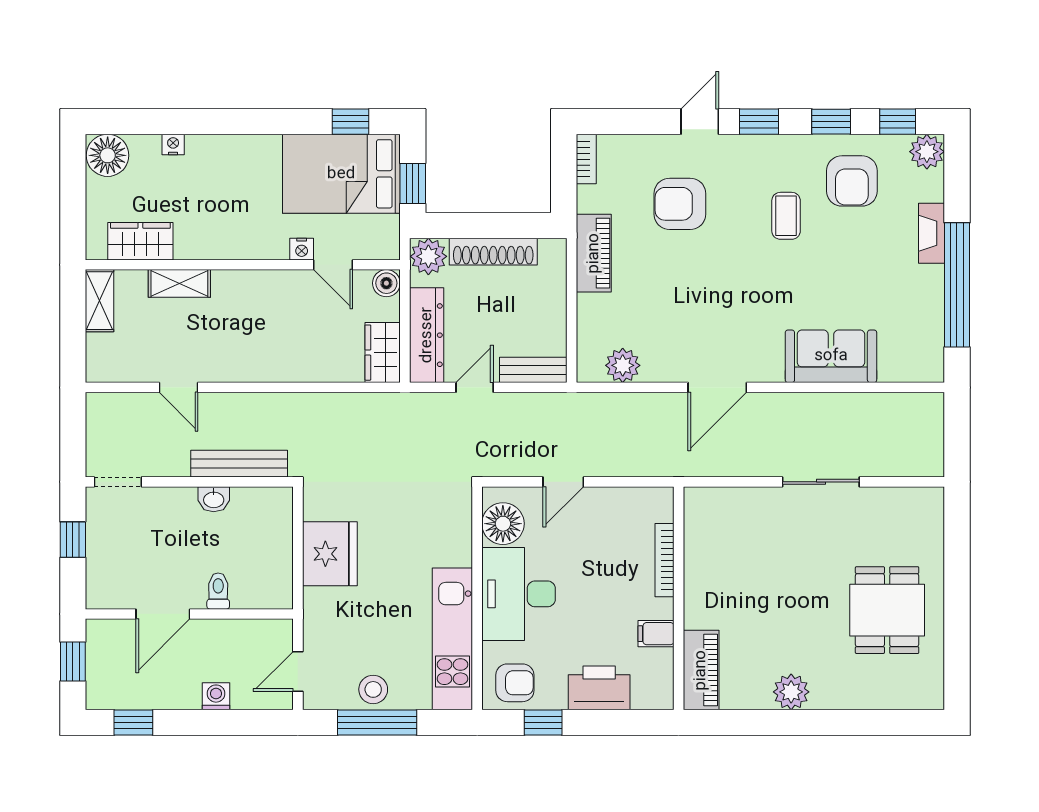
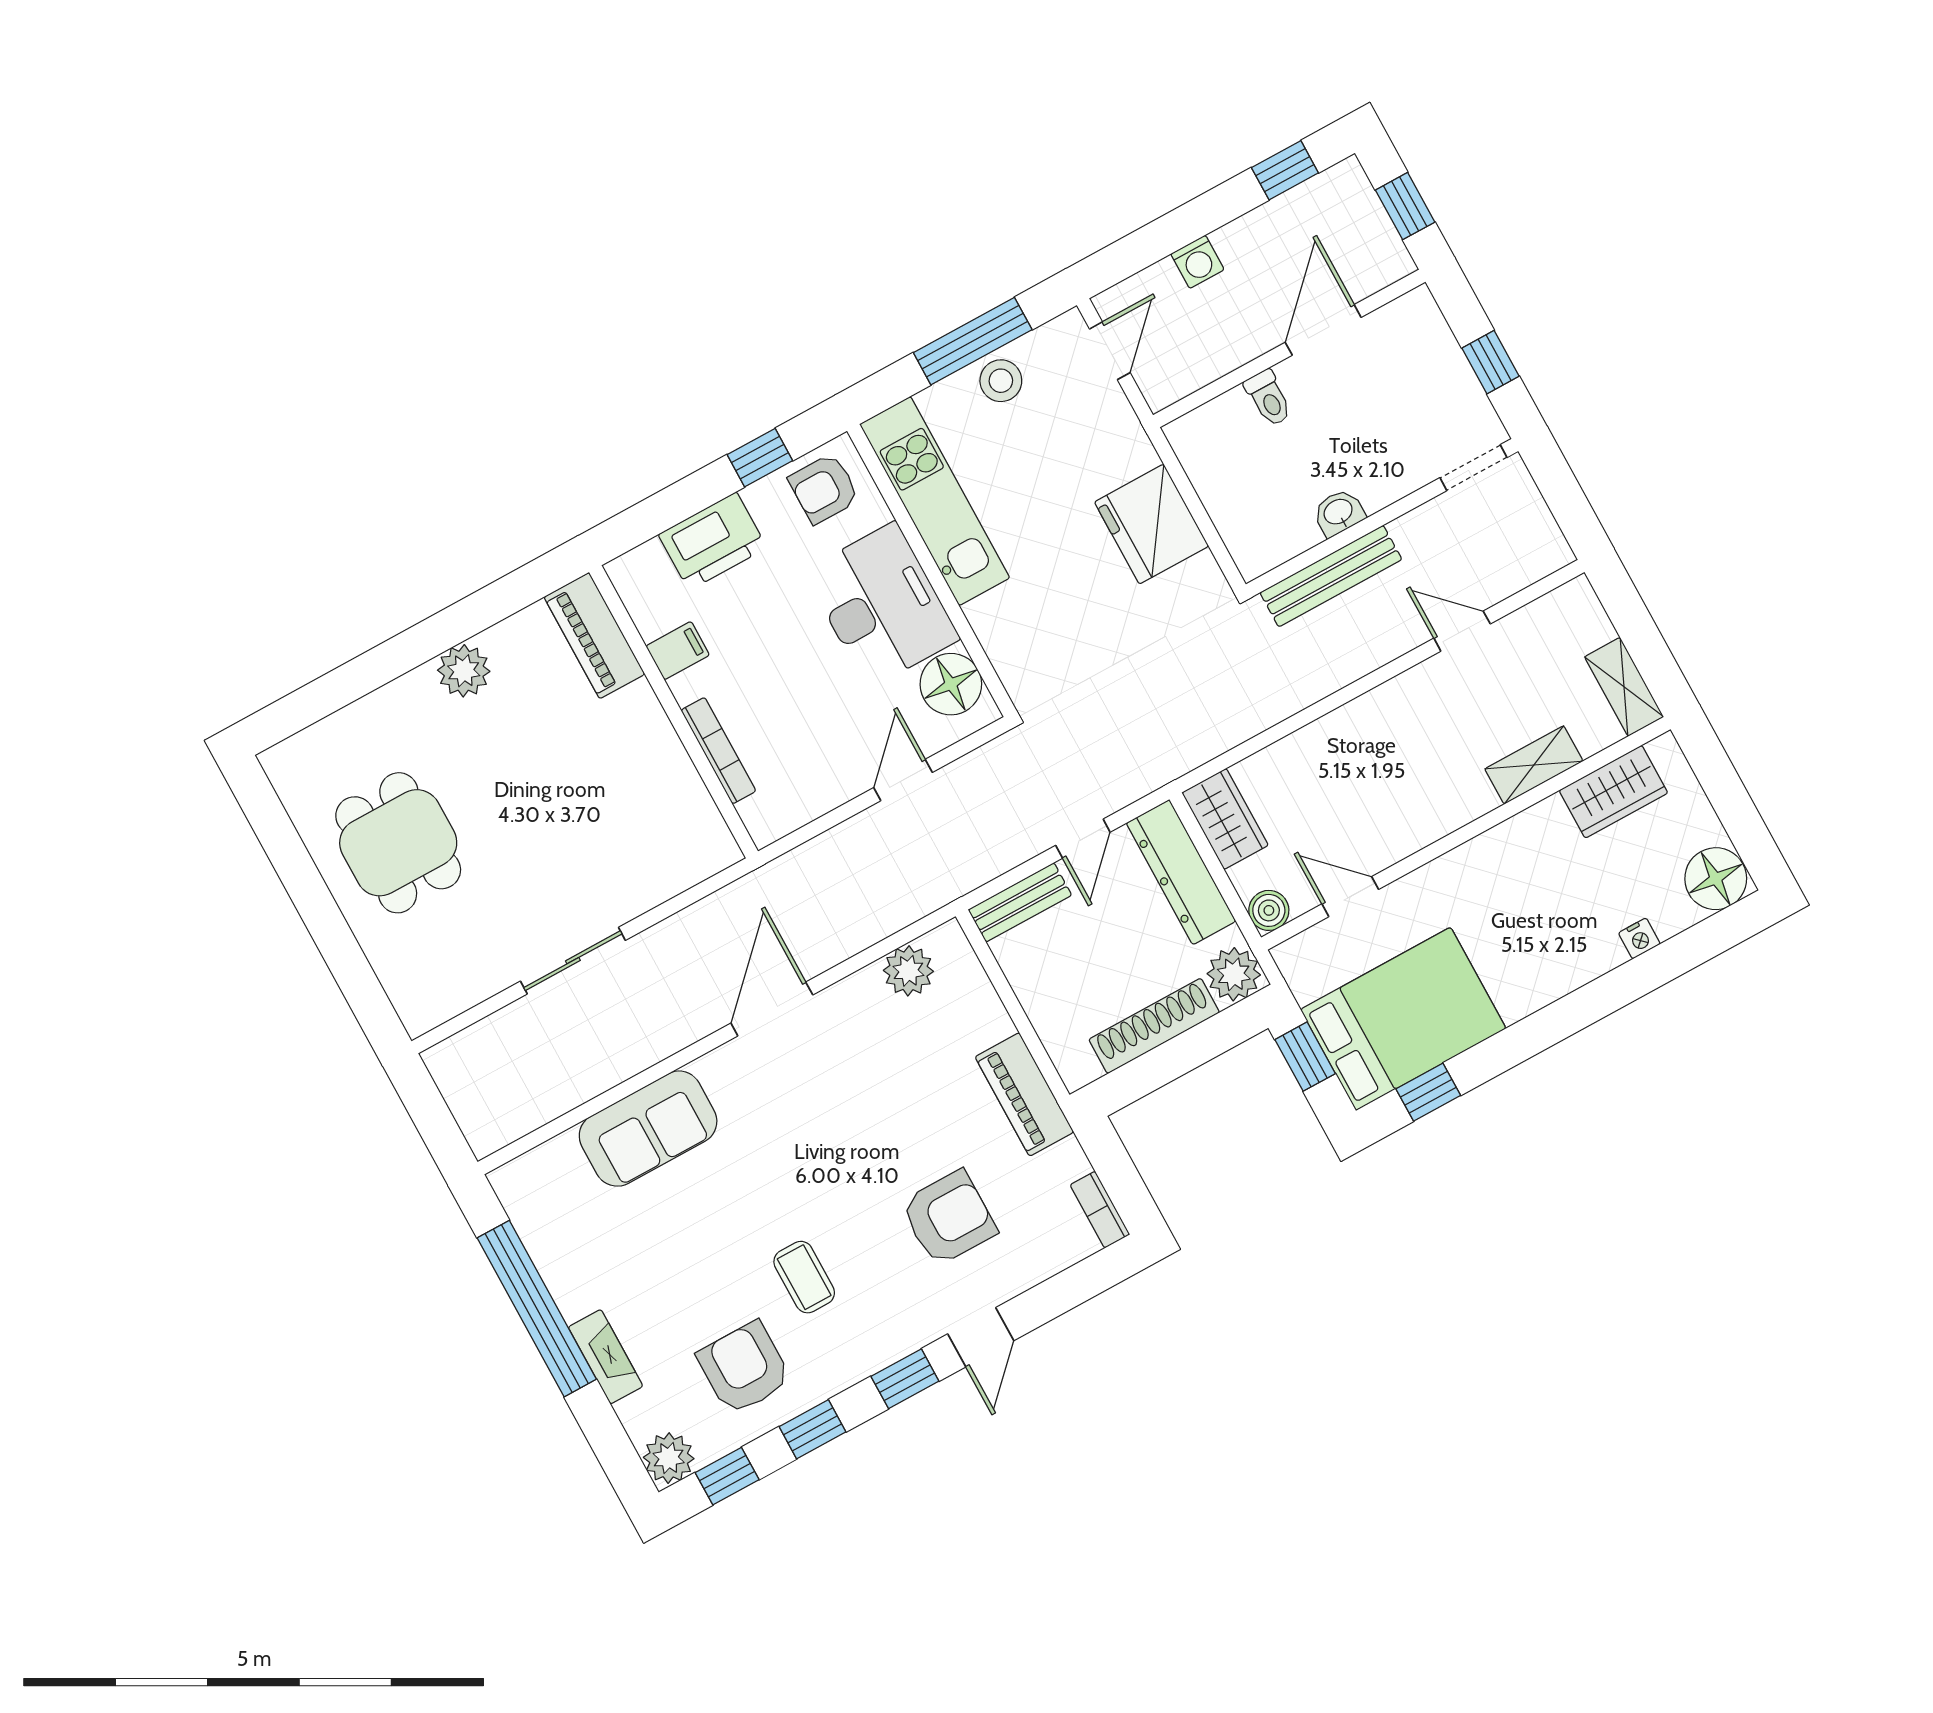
nightstand: (302, 249) -> (1401, 895), removed

